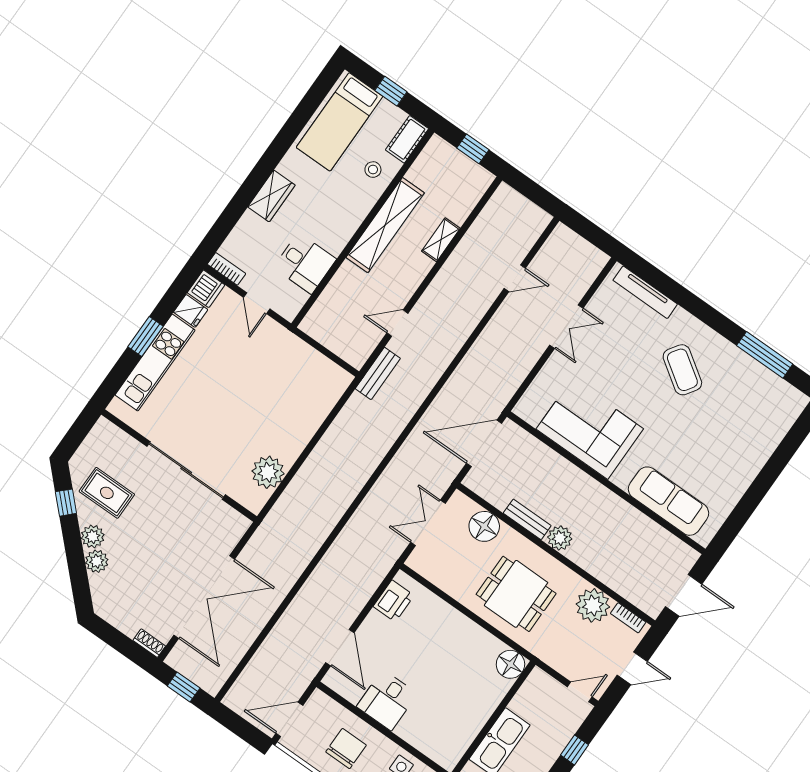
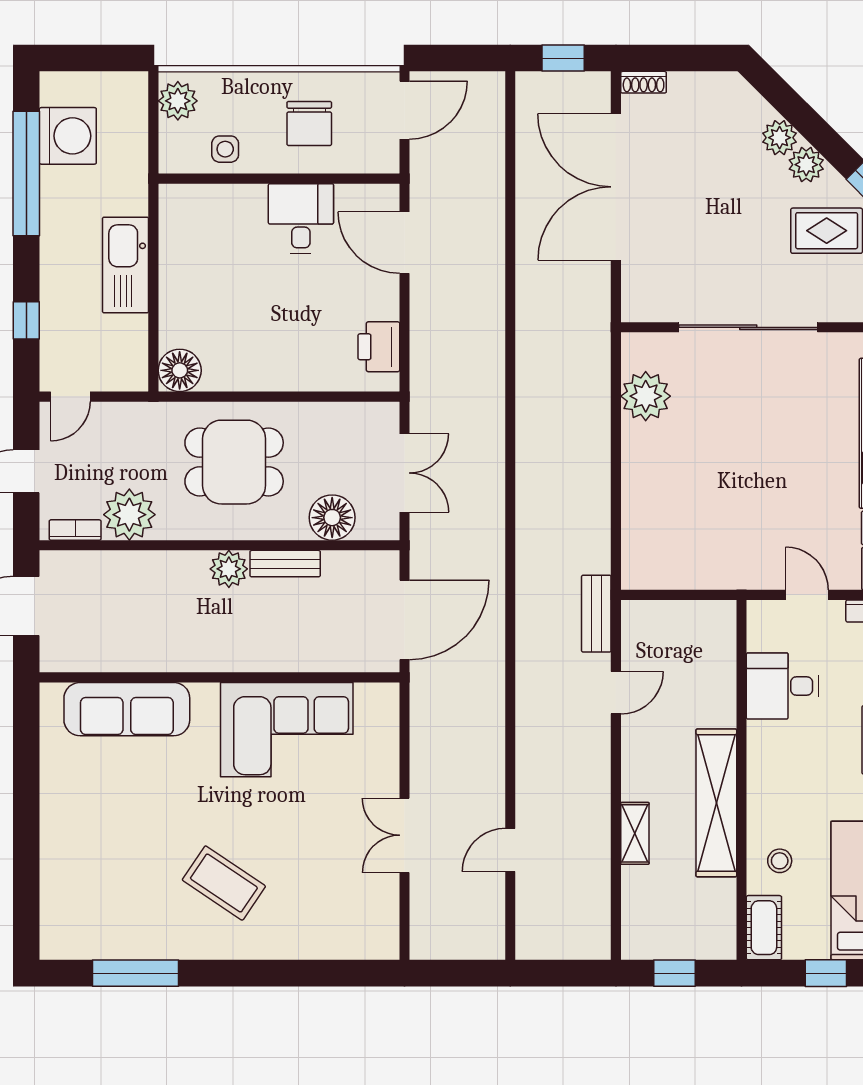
tv unit: (645, 292) -> (337, 946), removed

